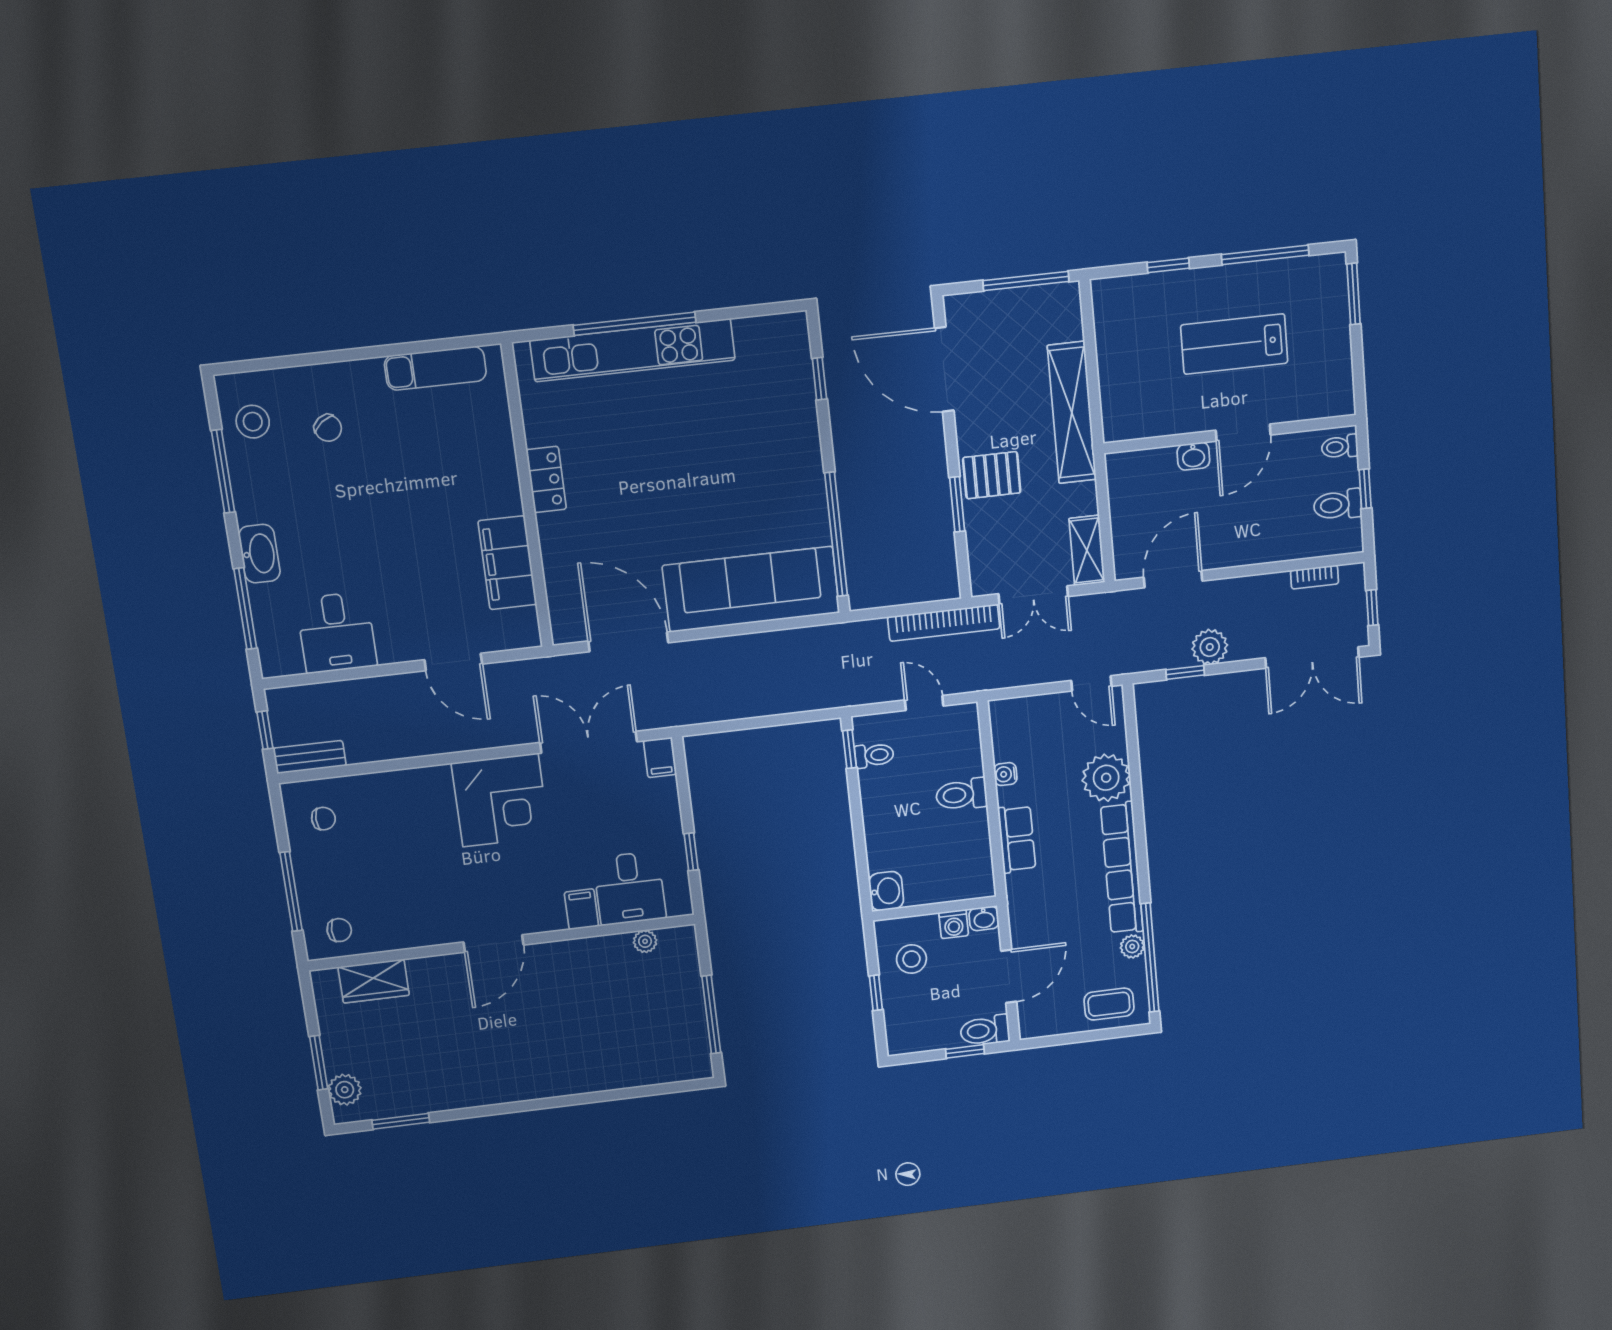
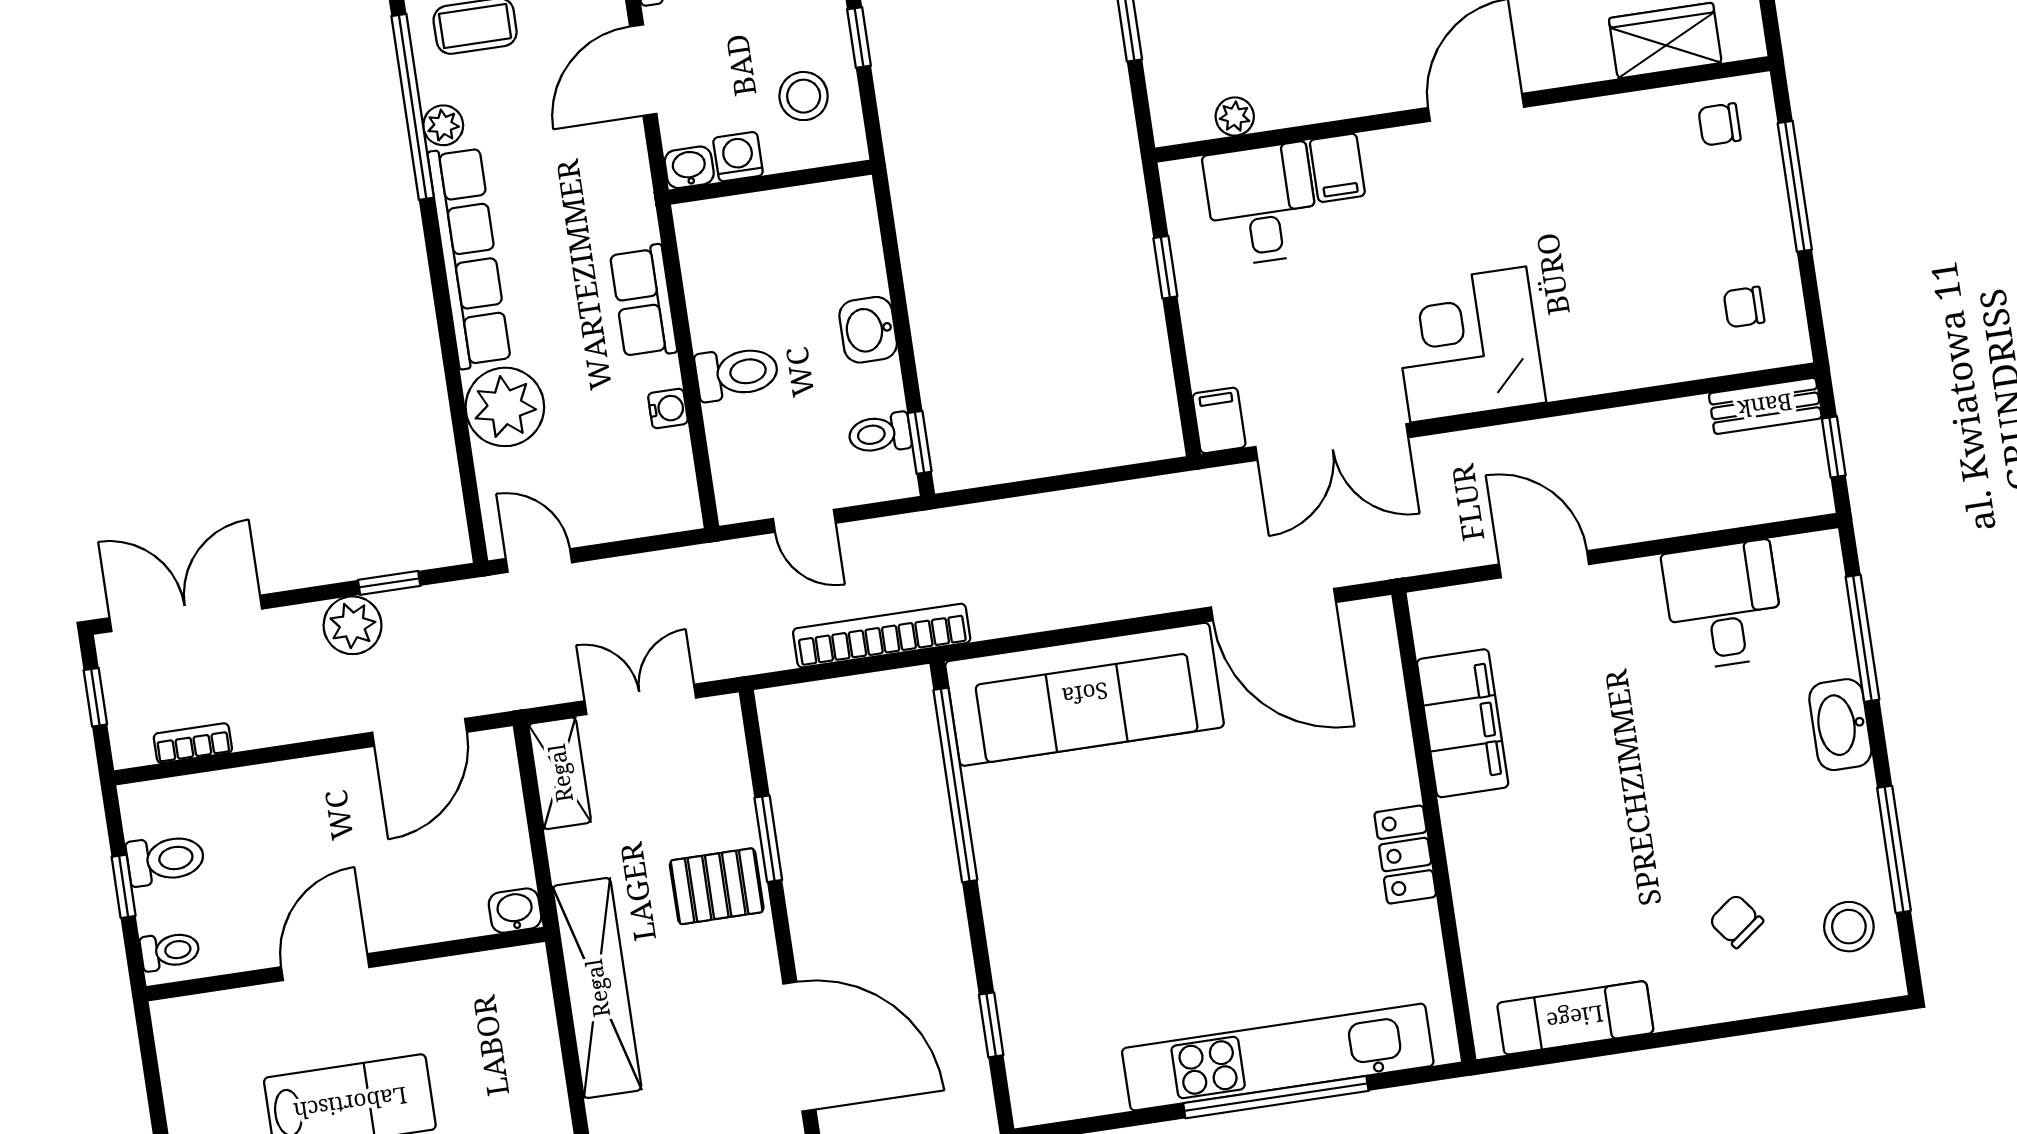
washbasin: (1193, 456) -> (515, 911), moved
bookcase: (944, 623) -> (882, 636), moved
washbasin: (886, 891) -> (868, 330), moved

